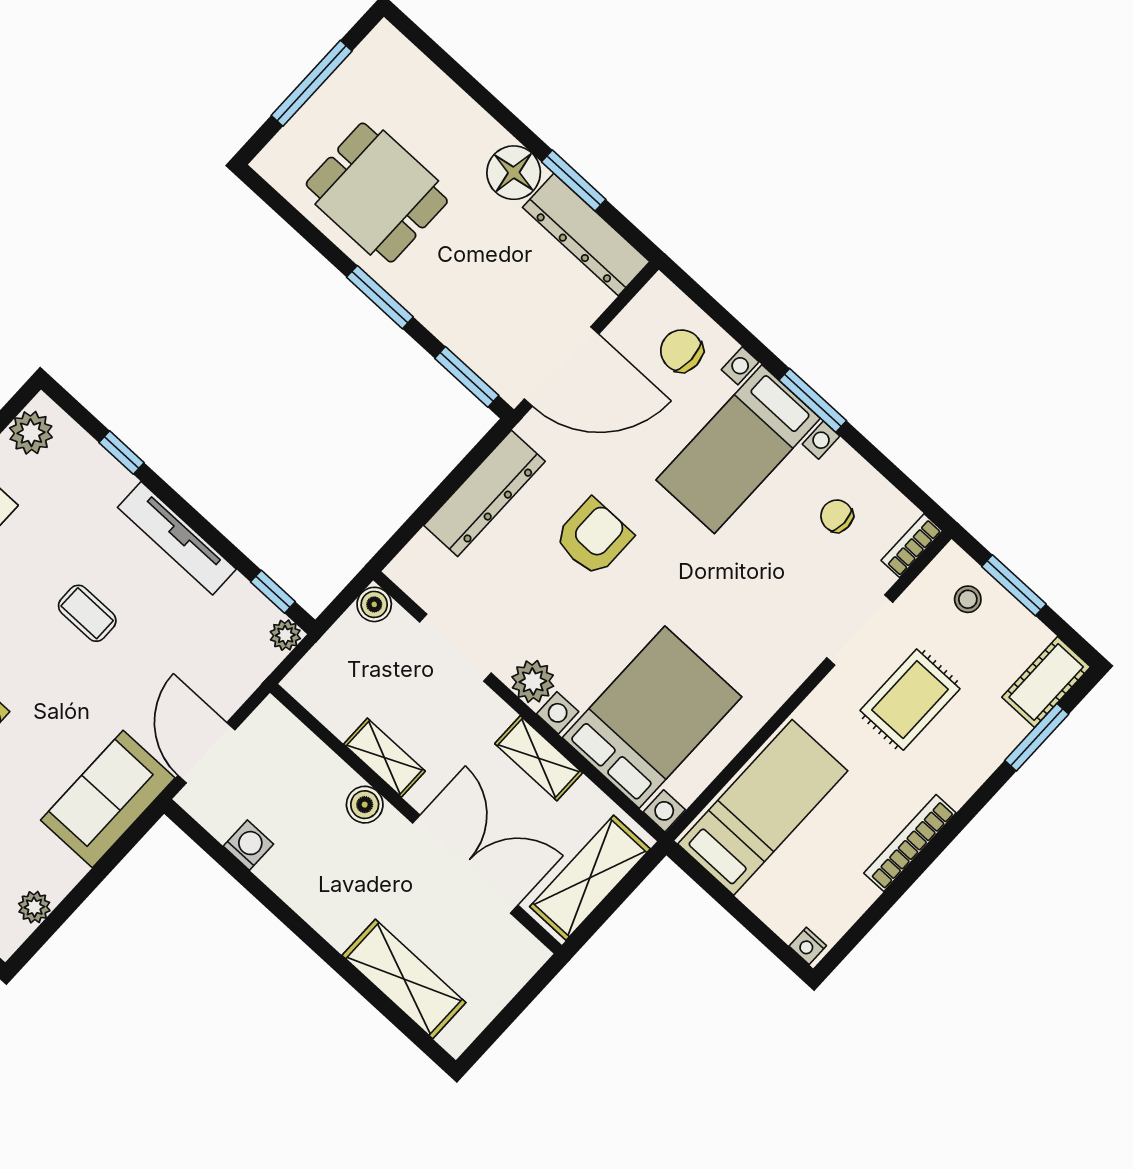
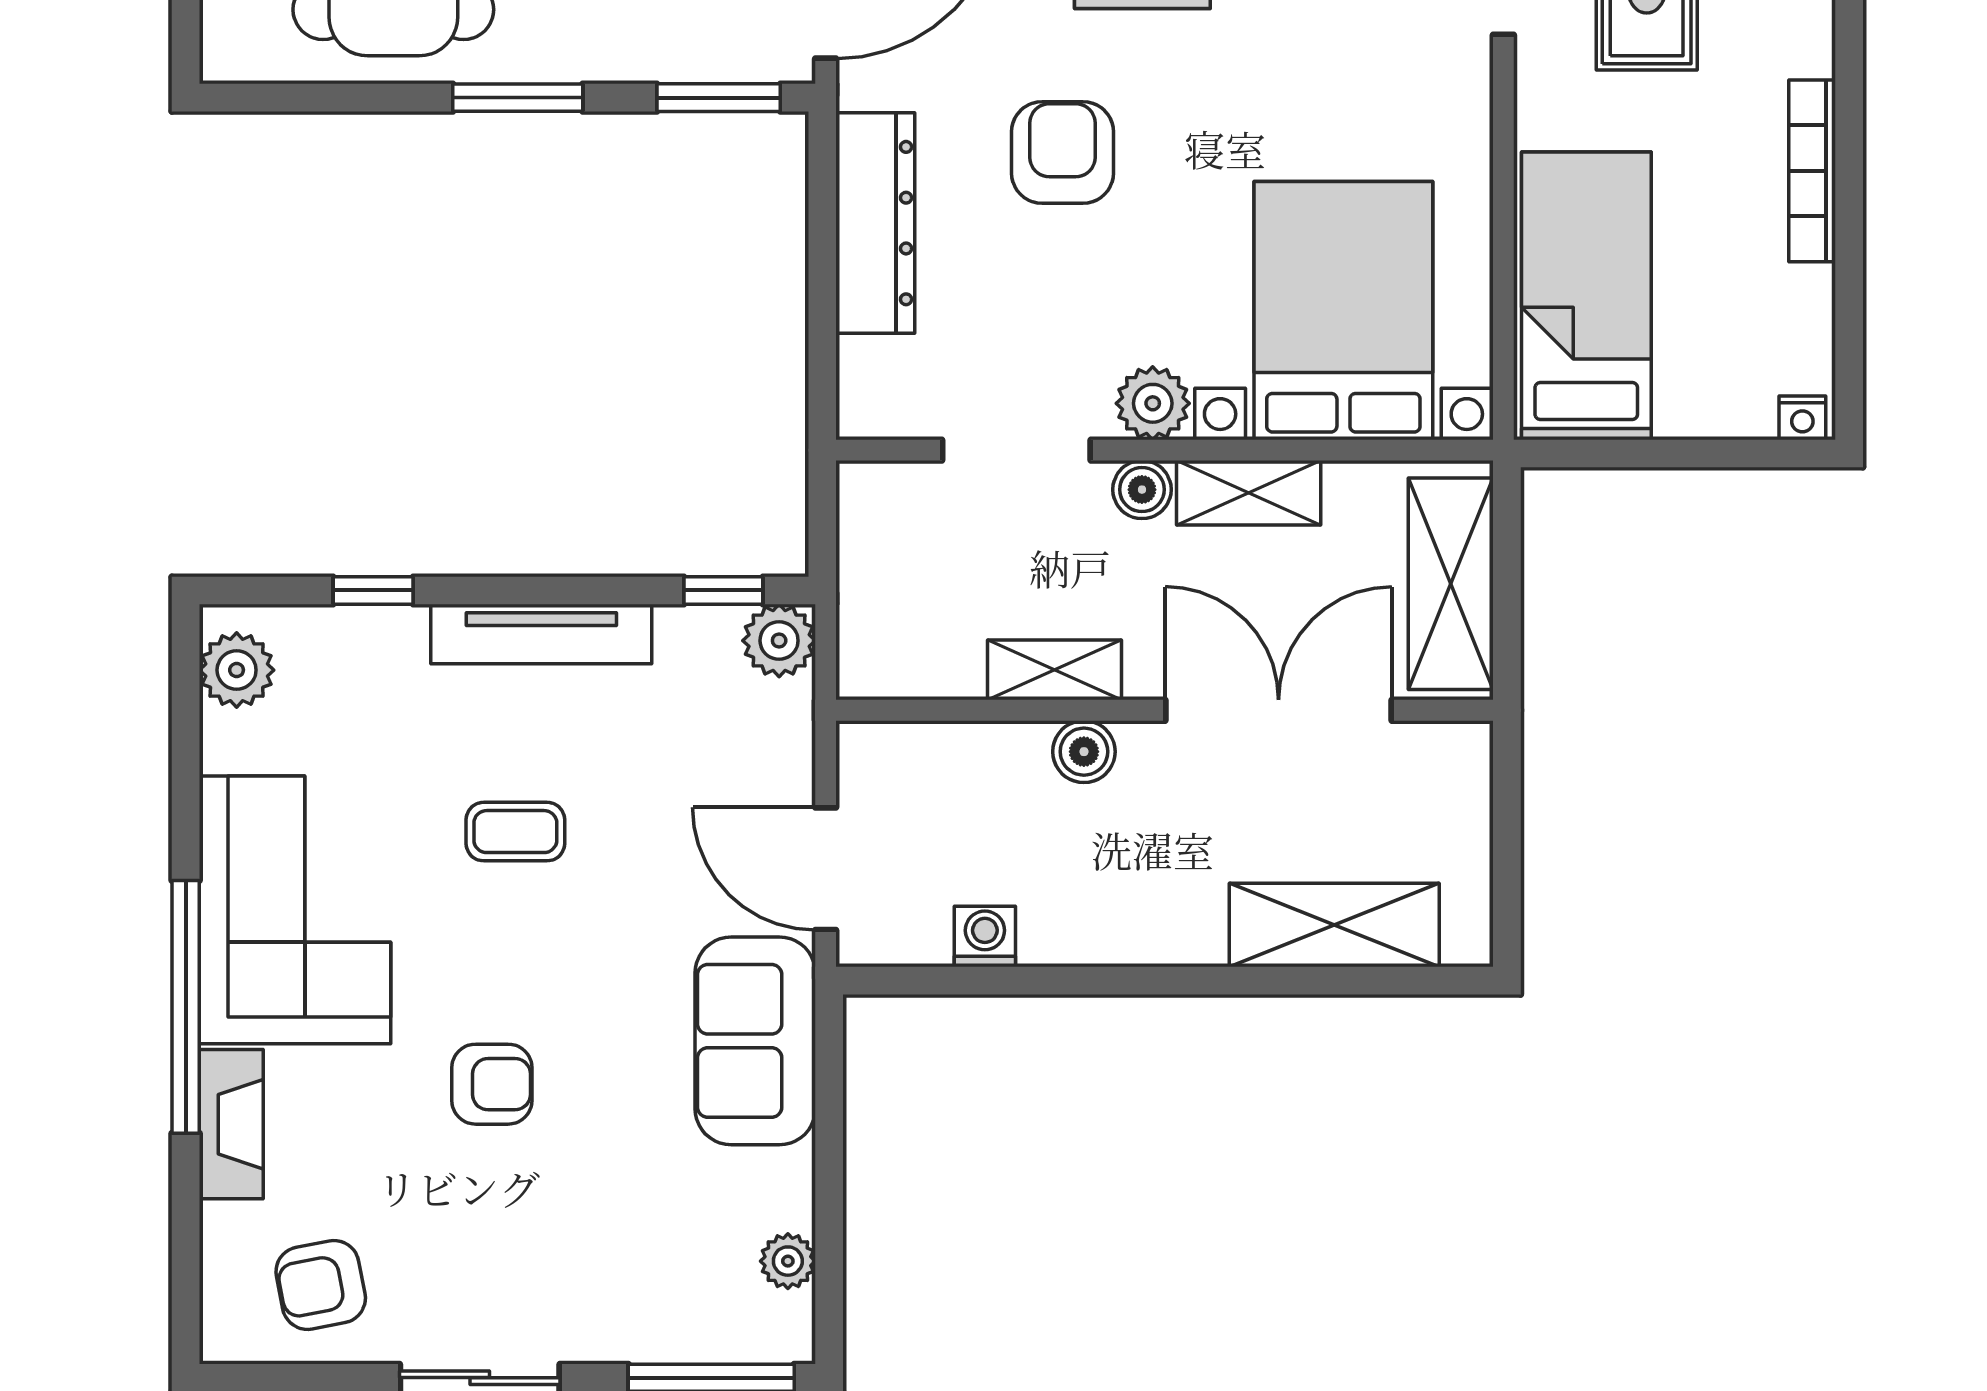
boiler: (374, 604) -> (1142, 490), moved
plant: (285, 635) -> (779, 641), width x1.38, depth x1.38

